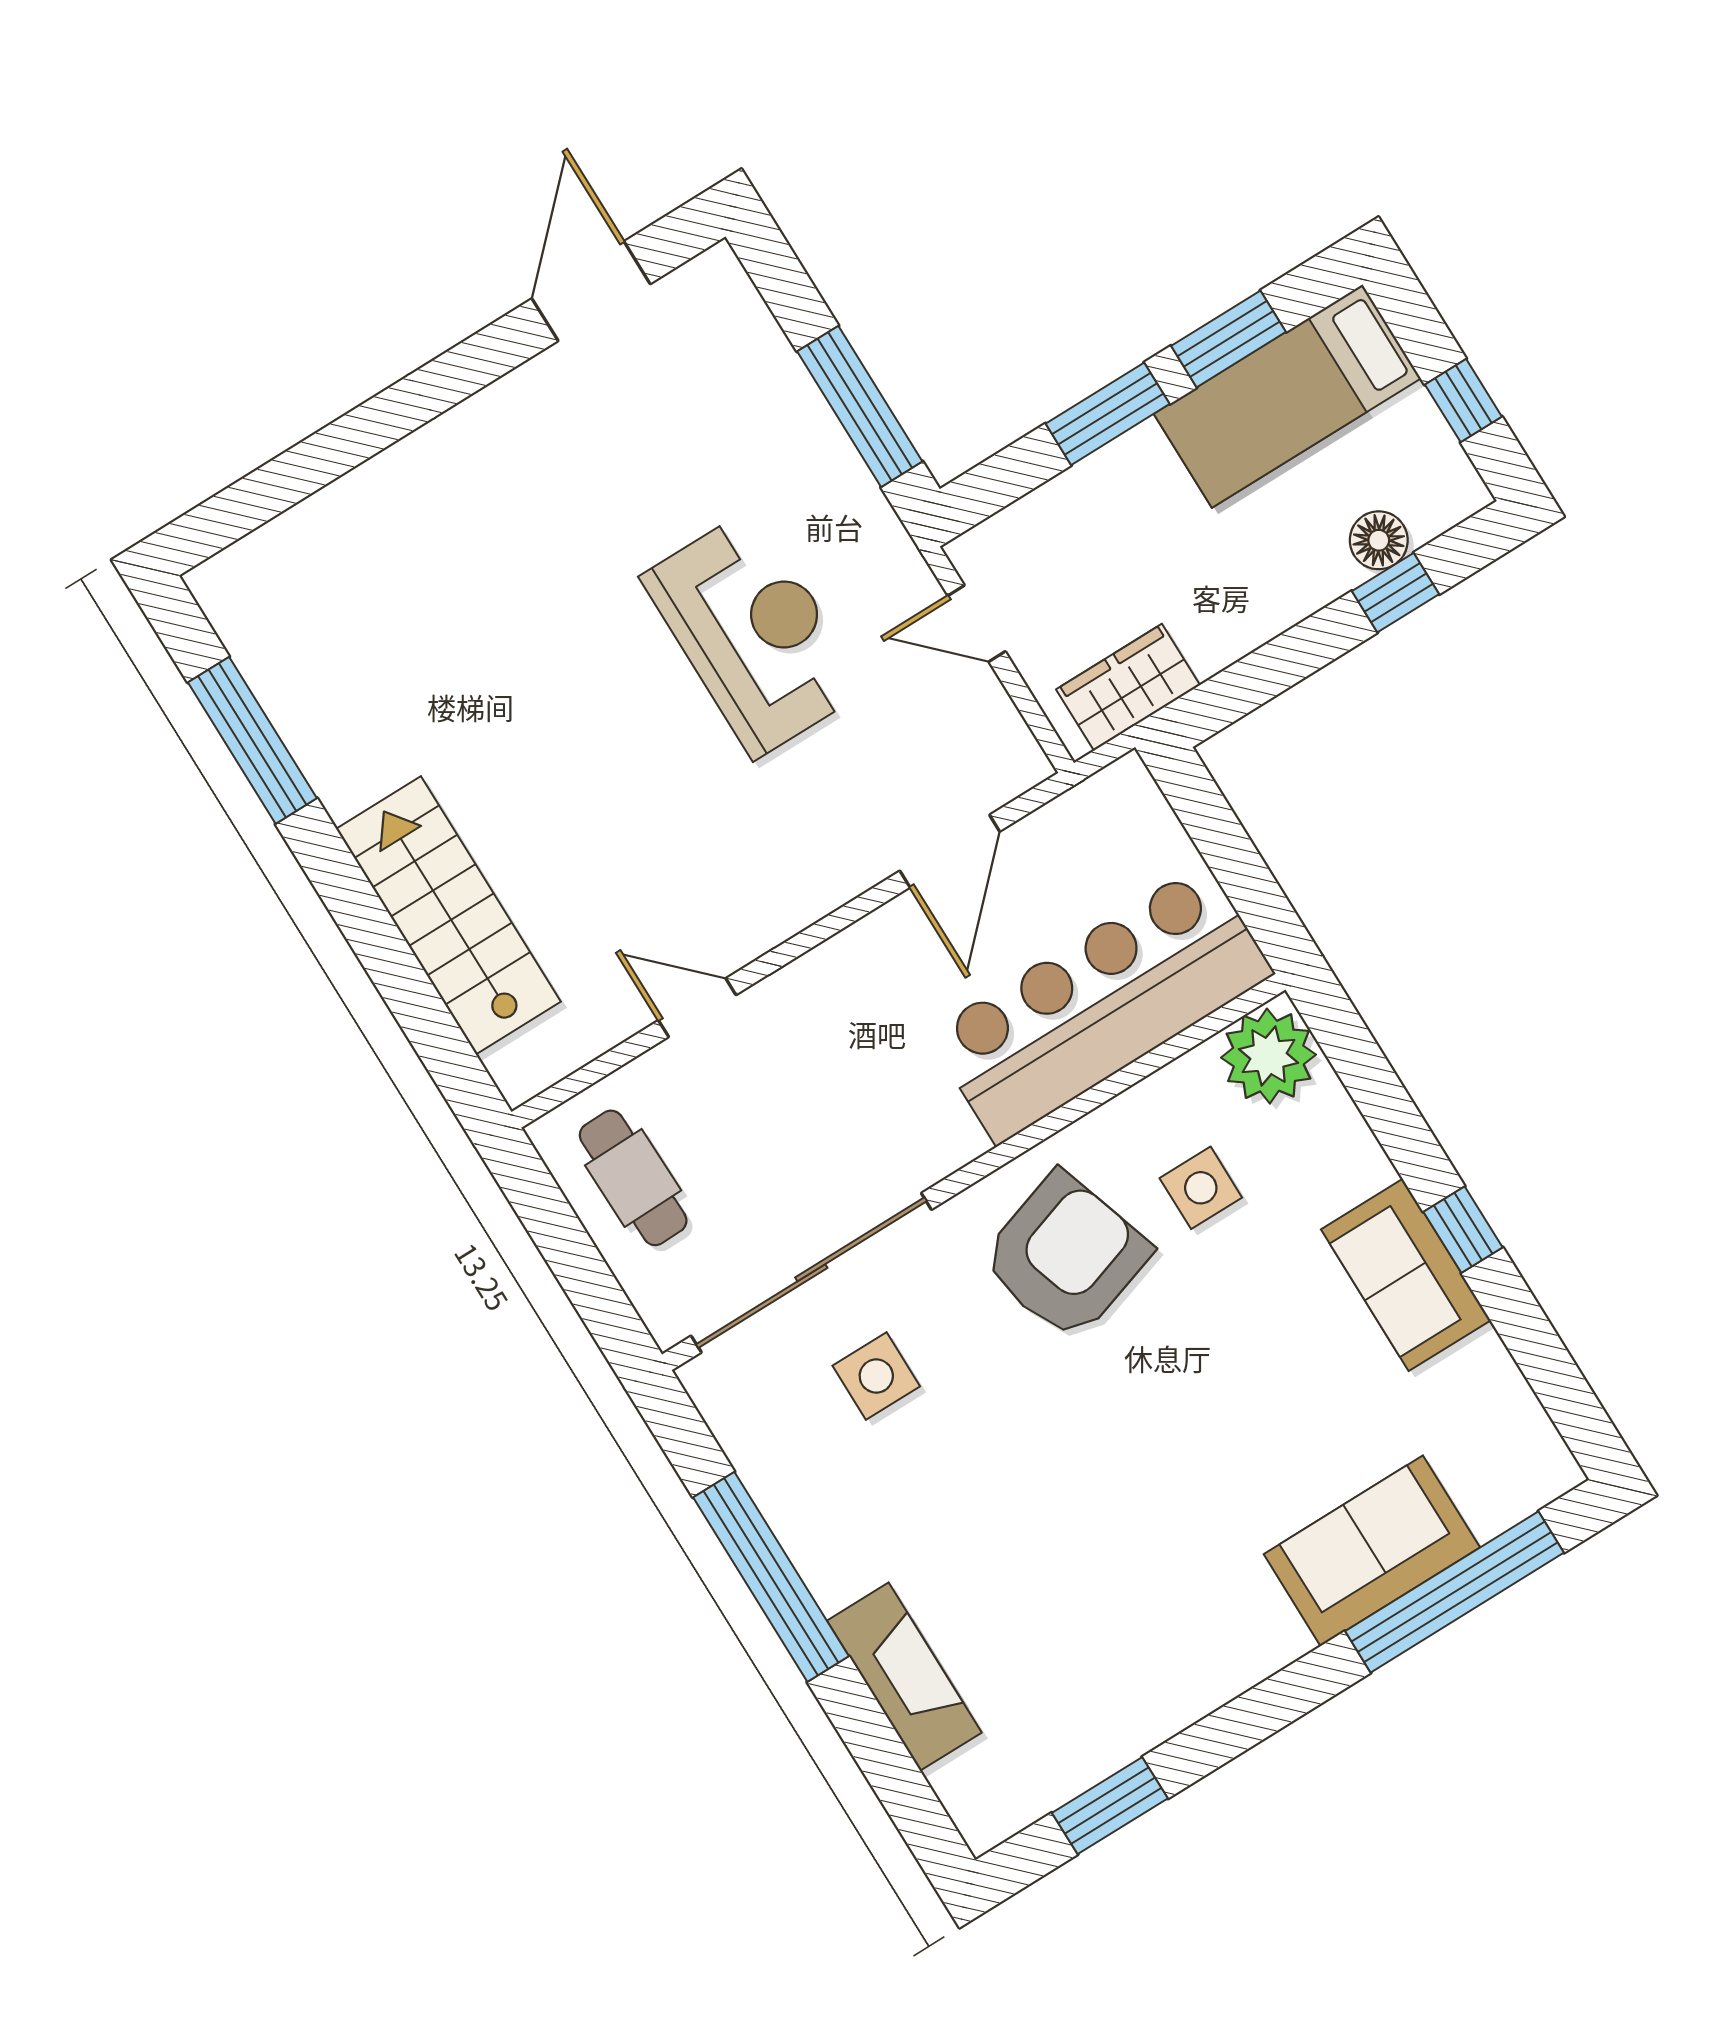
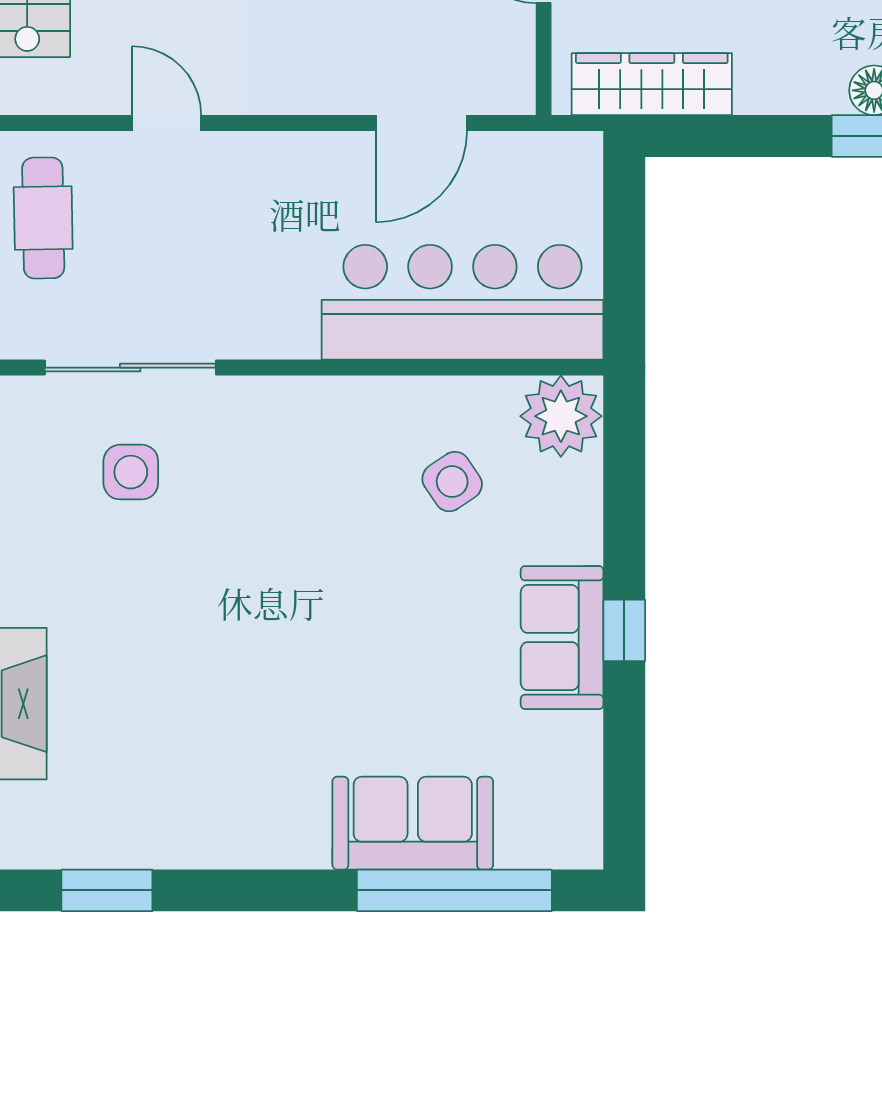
wardrobe: (1128, 687) -> (652, 84), width x1.50
side table: (1201, 1188) -> (452, 482), turned -34
armchair: (1065, 1256) -> (323, 470), removed
sliding door: (811, 1273) -> (130, 368), width x0.73

